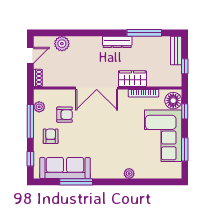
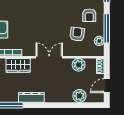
plant: (63, 79) -> (79, 65), added
double door: (97, 88) -> (49, 57), width x0.73
armchair: (65, 115) -> (77, 34), turned 97

